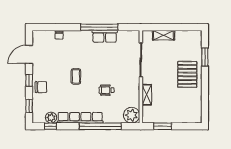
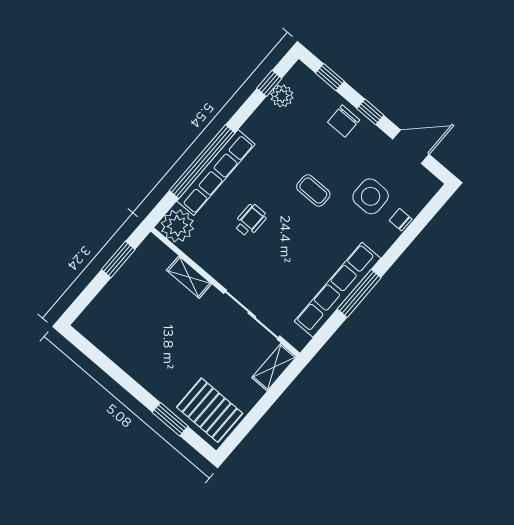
window: (99, 27) -> (359, 293), width x0.68
shelving: (164, 35) -> (274, 367), moved
row of seats: (105, 36) -> (338, 290), width x2.02
door: (29, 54) -> (411, 147), hinge flipped
side table: (60, 54) -> (371, 196), added
pallet: (187, 74) -> (210, 410), moved
row of seats: (80, 118) -> (216, 173), moved

